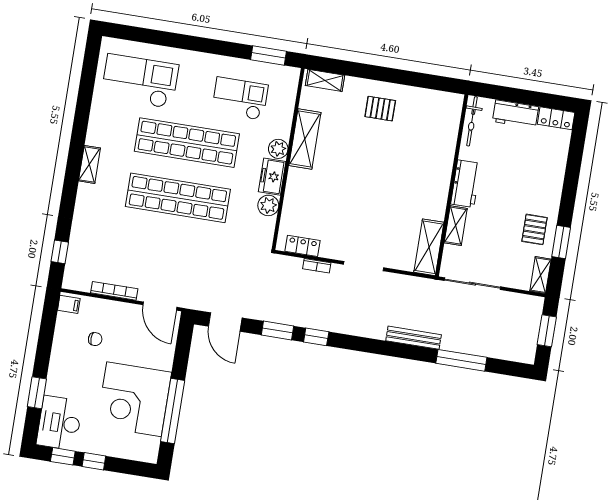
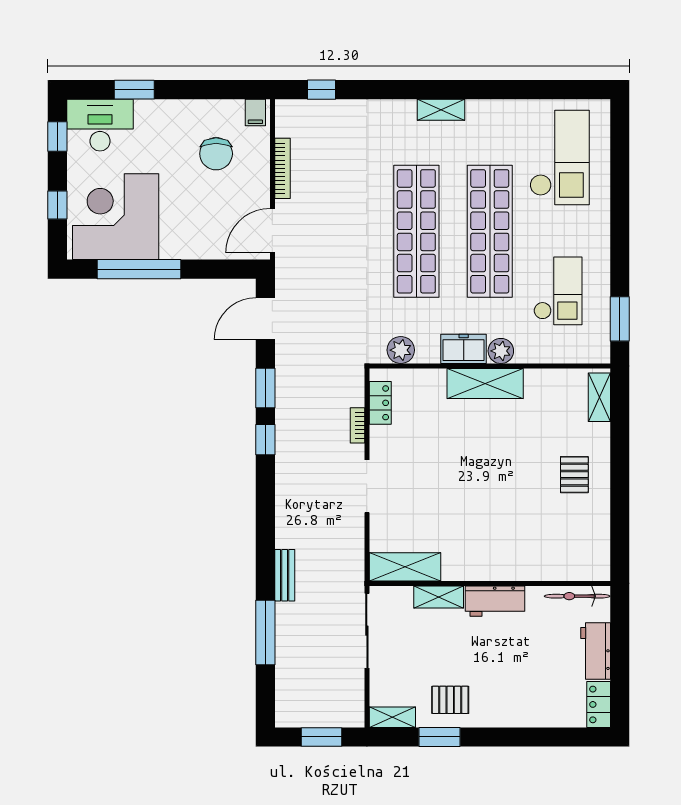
shelving: (305, 139) -> (485, 384), moved
plant: (268, 205) -> (401, 350), moved
bench: (414, 338) -> (285, 575), width x0.73
chair: (95, 339) -> (216, 154), width x1.87, depth x1.87
corner desk: (134, 399) -> (116, 217), moved
window: (94, 461) -> (57, 205), moved

